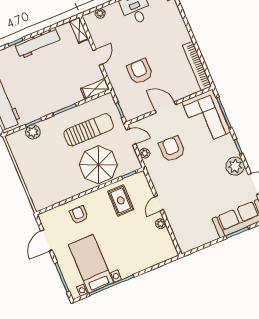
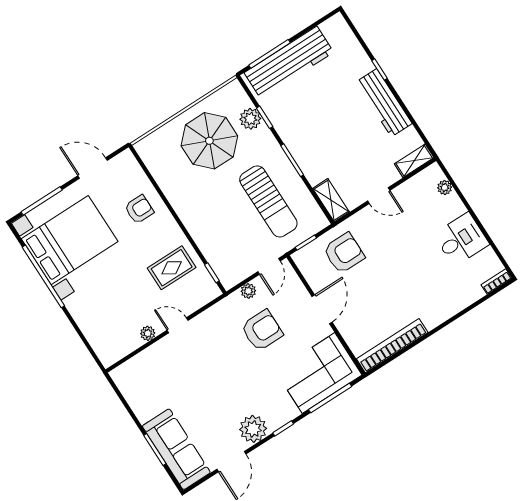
armchair: (140, 72) -> (344, 253), moved
parasol: (98, 165) -> (209, 141), moved
bed with nightstands: (91, 264) -> (70, 240), width x1.36

